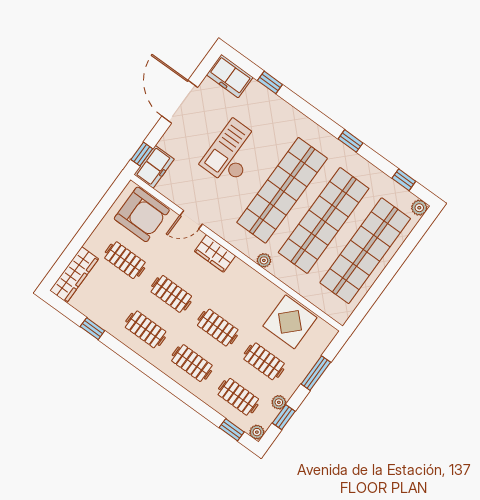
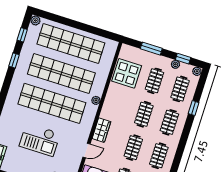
window: (350, 141) -> (14, 61), moved
door: (191, 220) -> (86, 150), hinge flipped
window: (232, 430) -> (194, 108), moved

